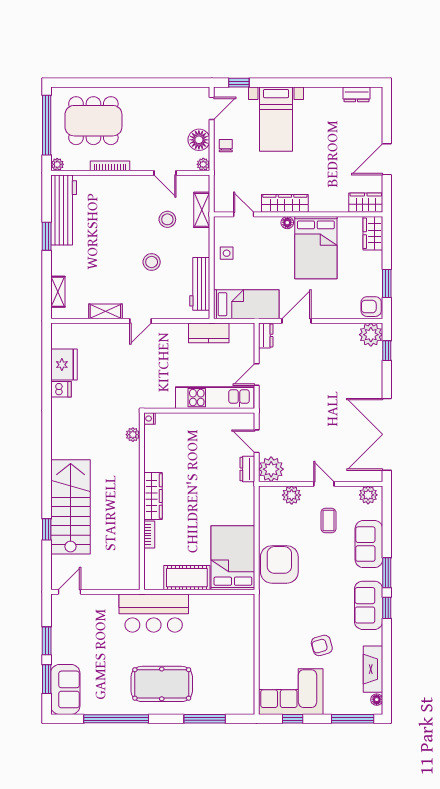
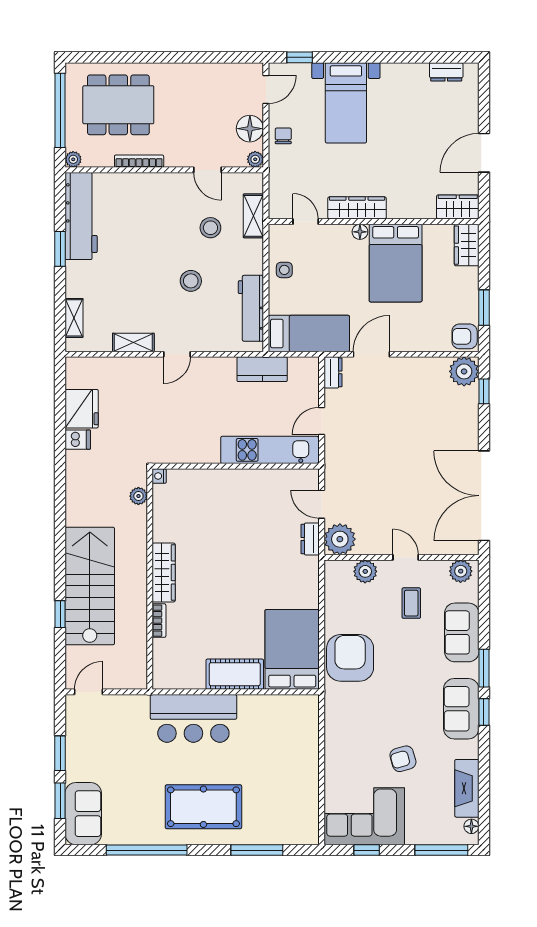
nightstand: (149, 419) -> (159, 476), moved
plant: (133, 435) -> (138, 496), moved
wardrobe: (153, 496) -> (164, 573), moved
wall: (142, 501) -> (150, 579), moved
bookcase: (149, 535) -> (159, 621), moved

